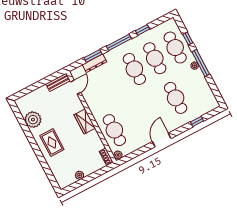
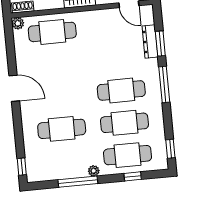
window: (142, 30) -> (170, 149), moved
window: (201, 63) -> (78, 182), moved
window: (197, 121) -> (22, 167), moved

